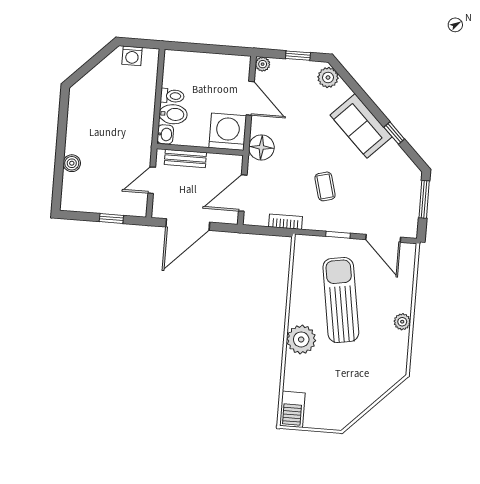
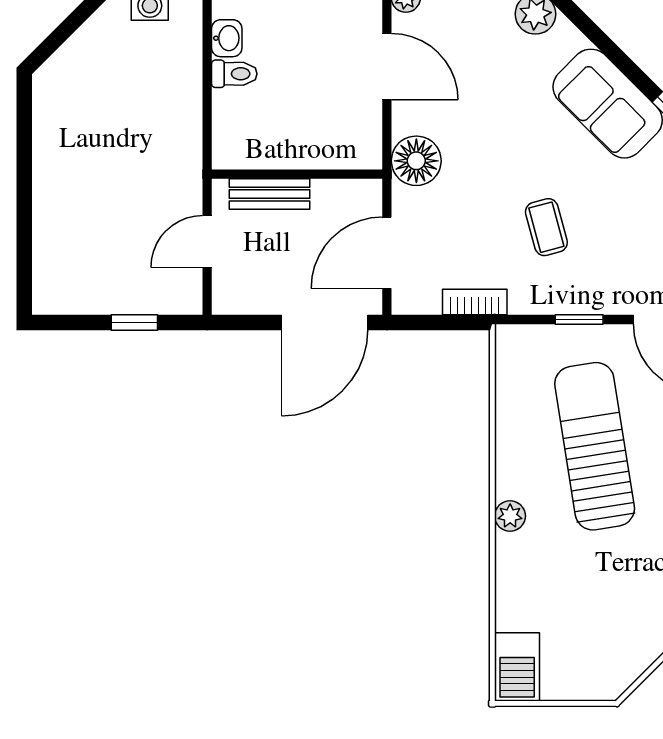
bidet: (173, 114) -> (239, 110), removed
washing machine: (228, 132) -> (348, 135), removed
washbasin: (165, 134) -> (227, 38), moved
boiler: (72, 163) -> (49, 221), removed
door: (188, 225) -> (325, 322), moved
plant: (301, 339) -> (510, 516), width x0.53, depth x0.53

